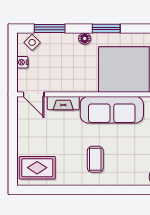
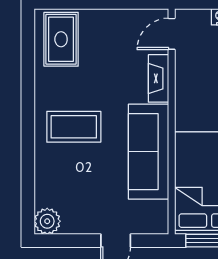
coffee table: (95, 159) -> (74, 127), width x1.36, depth x1.30

